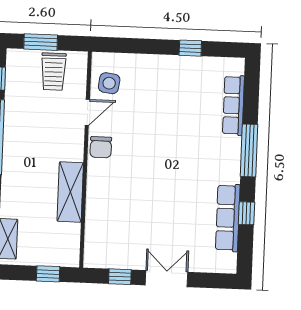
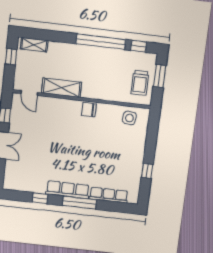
trolley: (53, 72) -> (140, 83), turned -90
door: (87, 112) -> (29, 93), moved
row of seats: (228, 218) -> (68, 190), moved
window: (48, 274) -> (11, 57), moved

